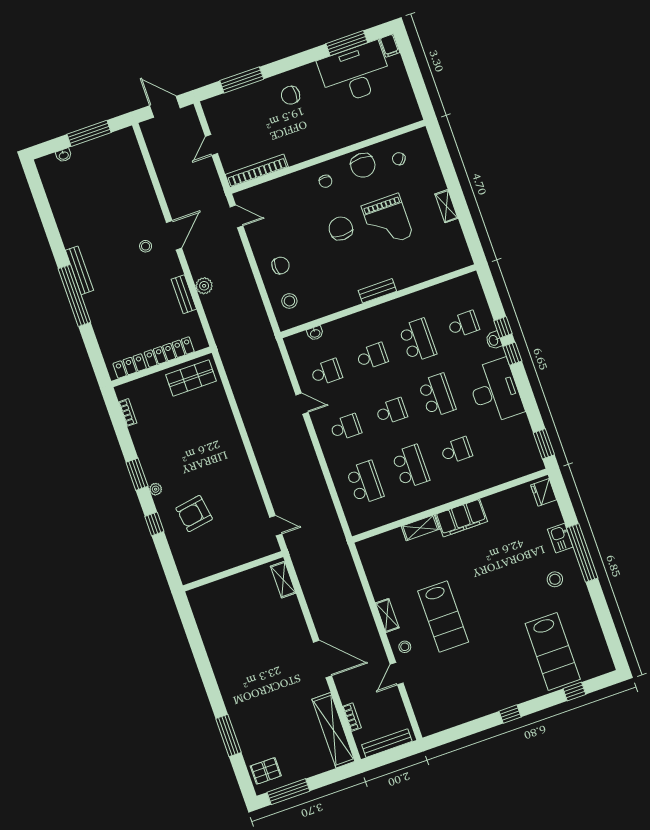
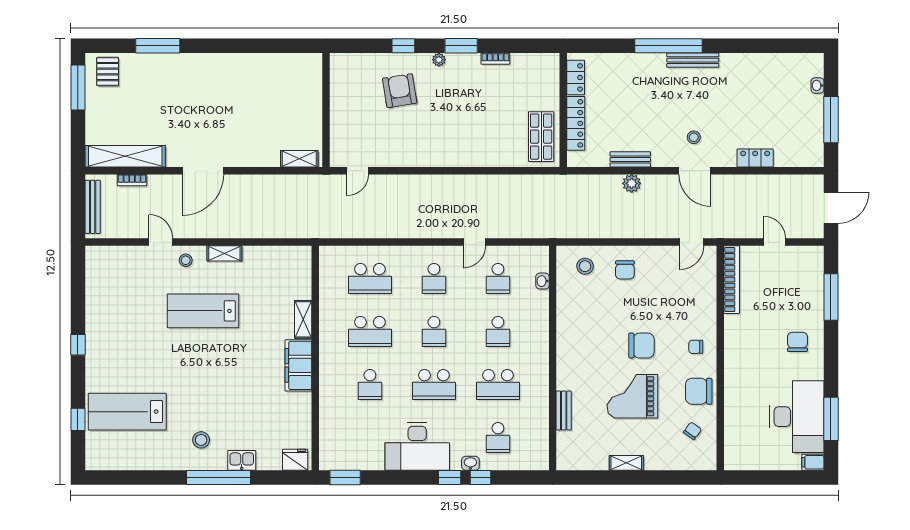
locker: (145, 187) -> (755, 158), added
bench: (377, 291) -> (564, 410), moved
bookcase: (128, 412) -> (495, 59), moved

